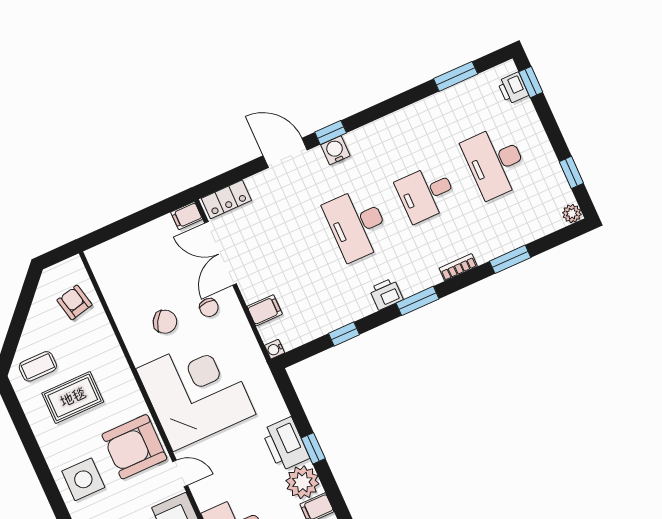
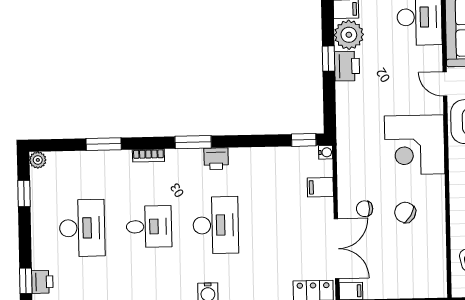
chair: (209, 308) -> (365, 209), turned -88
window: (344, 334) -> (304, 140), moved
corner desk: (196, 391) -> (415, 145), width x0.74, depth x0.74
printer: (285, 444) -> (347, 66), width x0.73, depth x0.84

